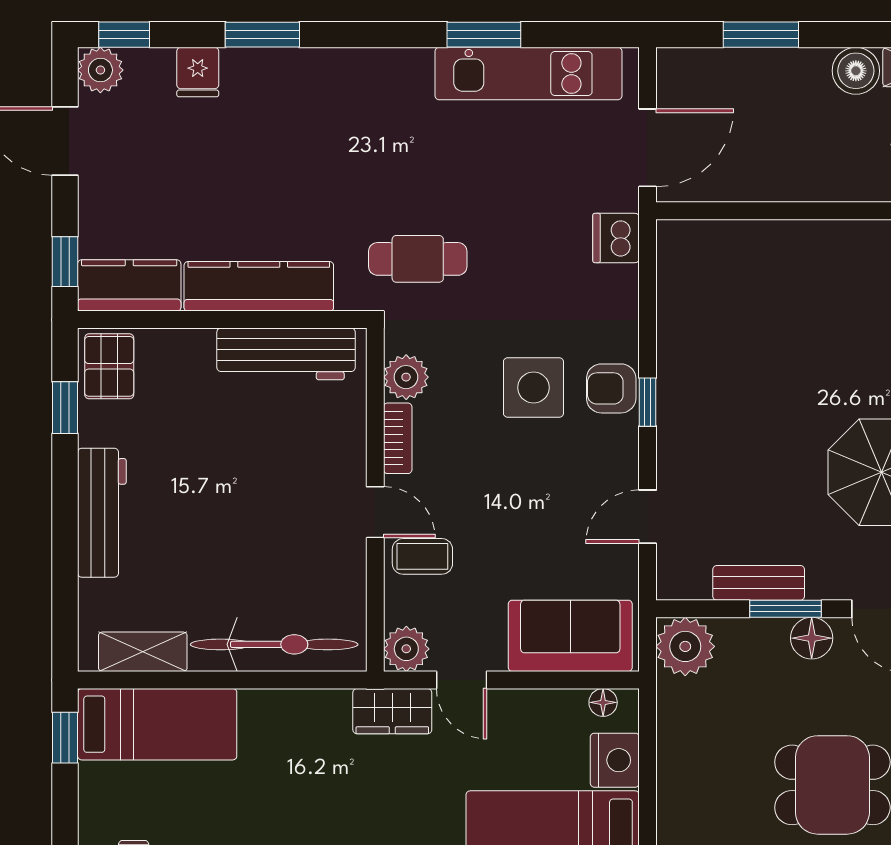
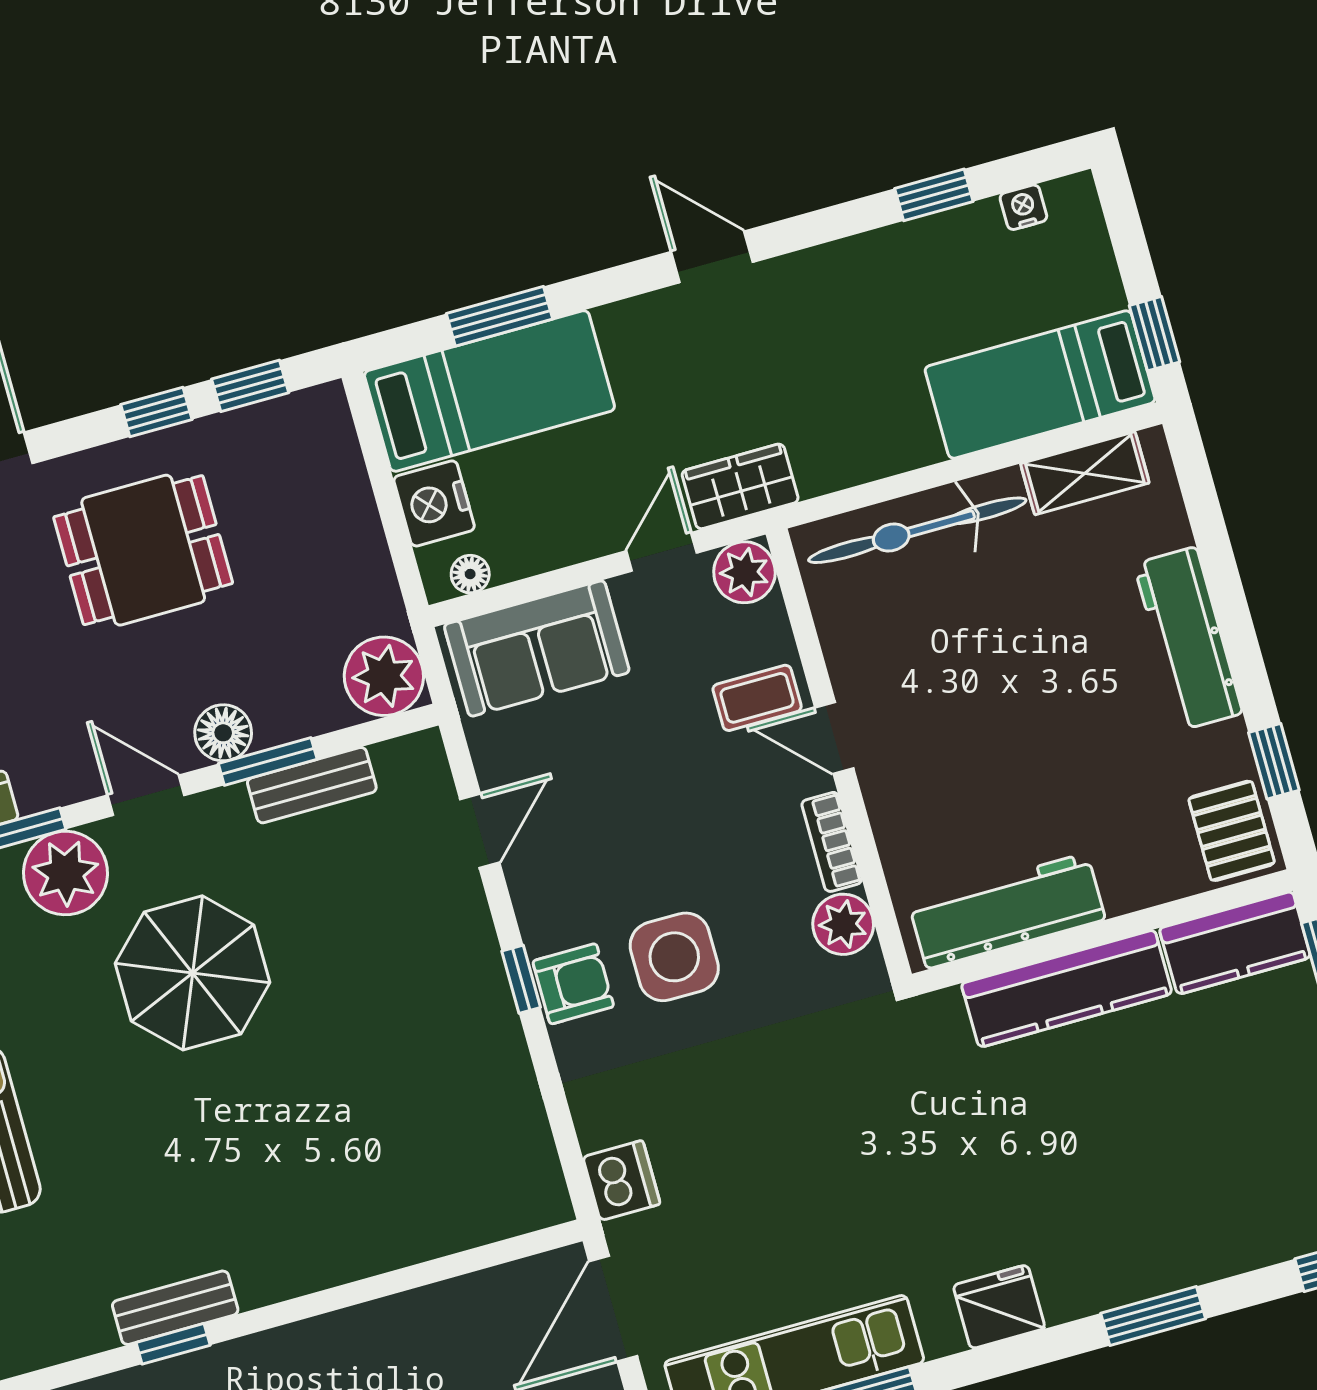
fridge: (198, 72) -> (999, 1307), moved, width x1.38
cafe table: (418, 259) -> (871, 1082), removed
door: (462, 680) -> (662, 552), hinge flipped

